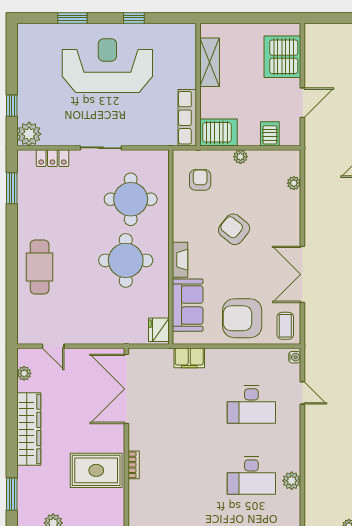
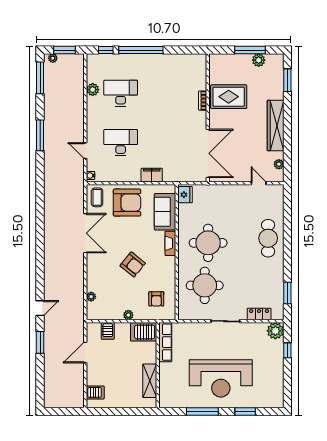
window: (134, 18) -> (202, 412), width x2.17
server rack: (282, 57) -> (95, 392), width x0.46, depth x0.70
filing cabinet: (189, 358) -> (152, 175), moved

